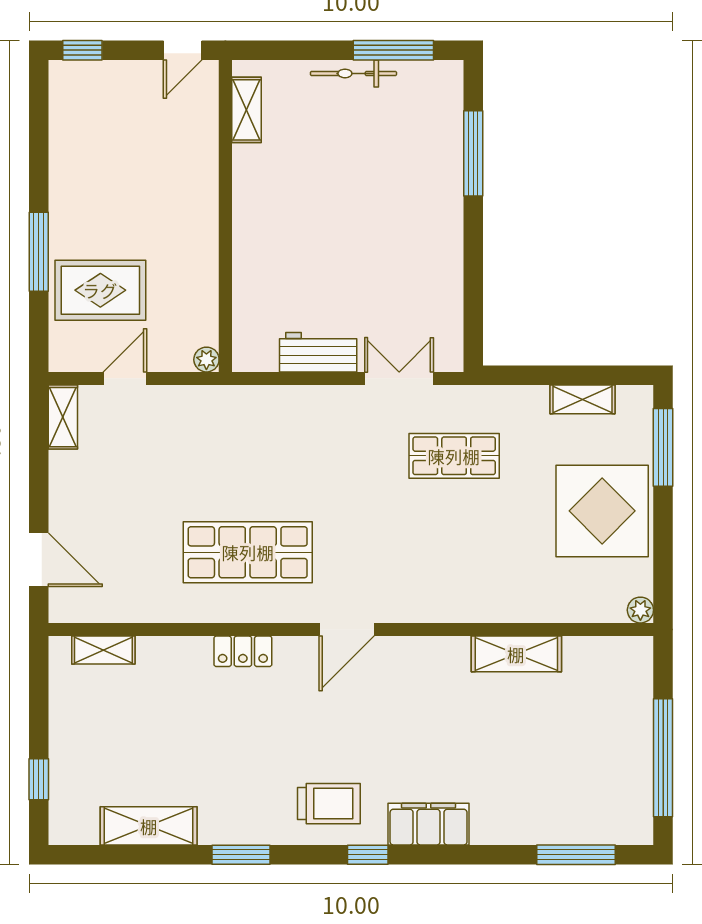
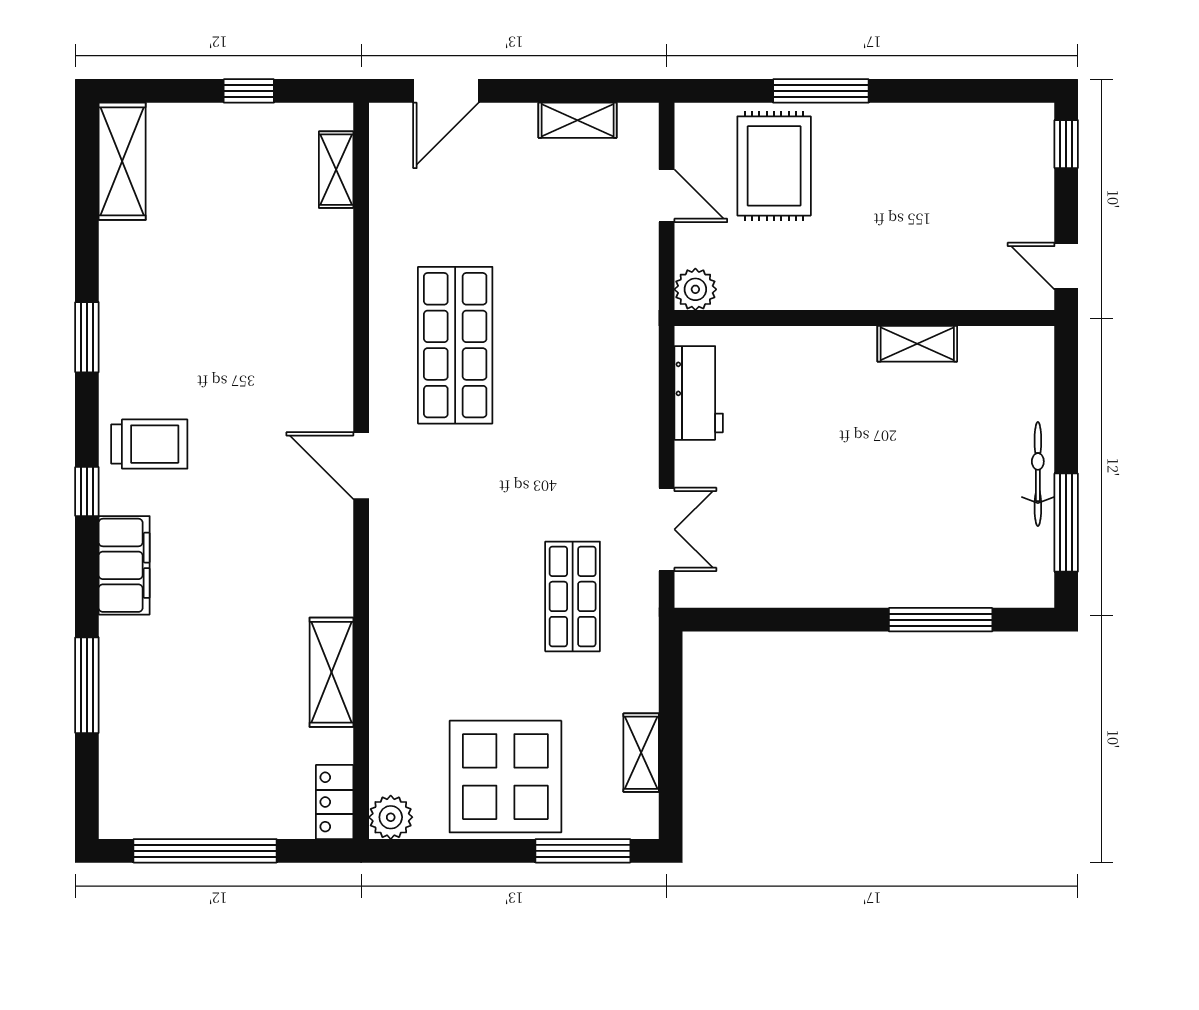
shelving: (247, 110) -> (917, 344), moved
workbench: (318, 352) -> (699, 393), moved
plant: (206, 360) -> (695, 289), width x1.38, depth x1.38
shelving: (63, 417) -> (578, 120), moved
plant: (640, 610) -> (391, 817), width x1.38, depth x1.38
locker: (243, 651) -> (335, 802), moved
window: (39, 779) -> (249, 91), moved
trolley: (329, 804) -> (149, 444), turned -90
shelving: (149, 826) -> (122, 161), moved
window: (576, 855) -> (87, 685), moved

